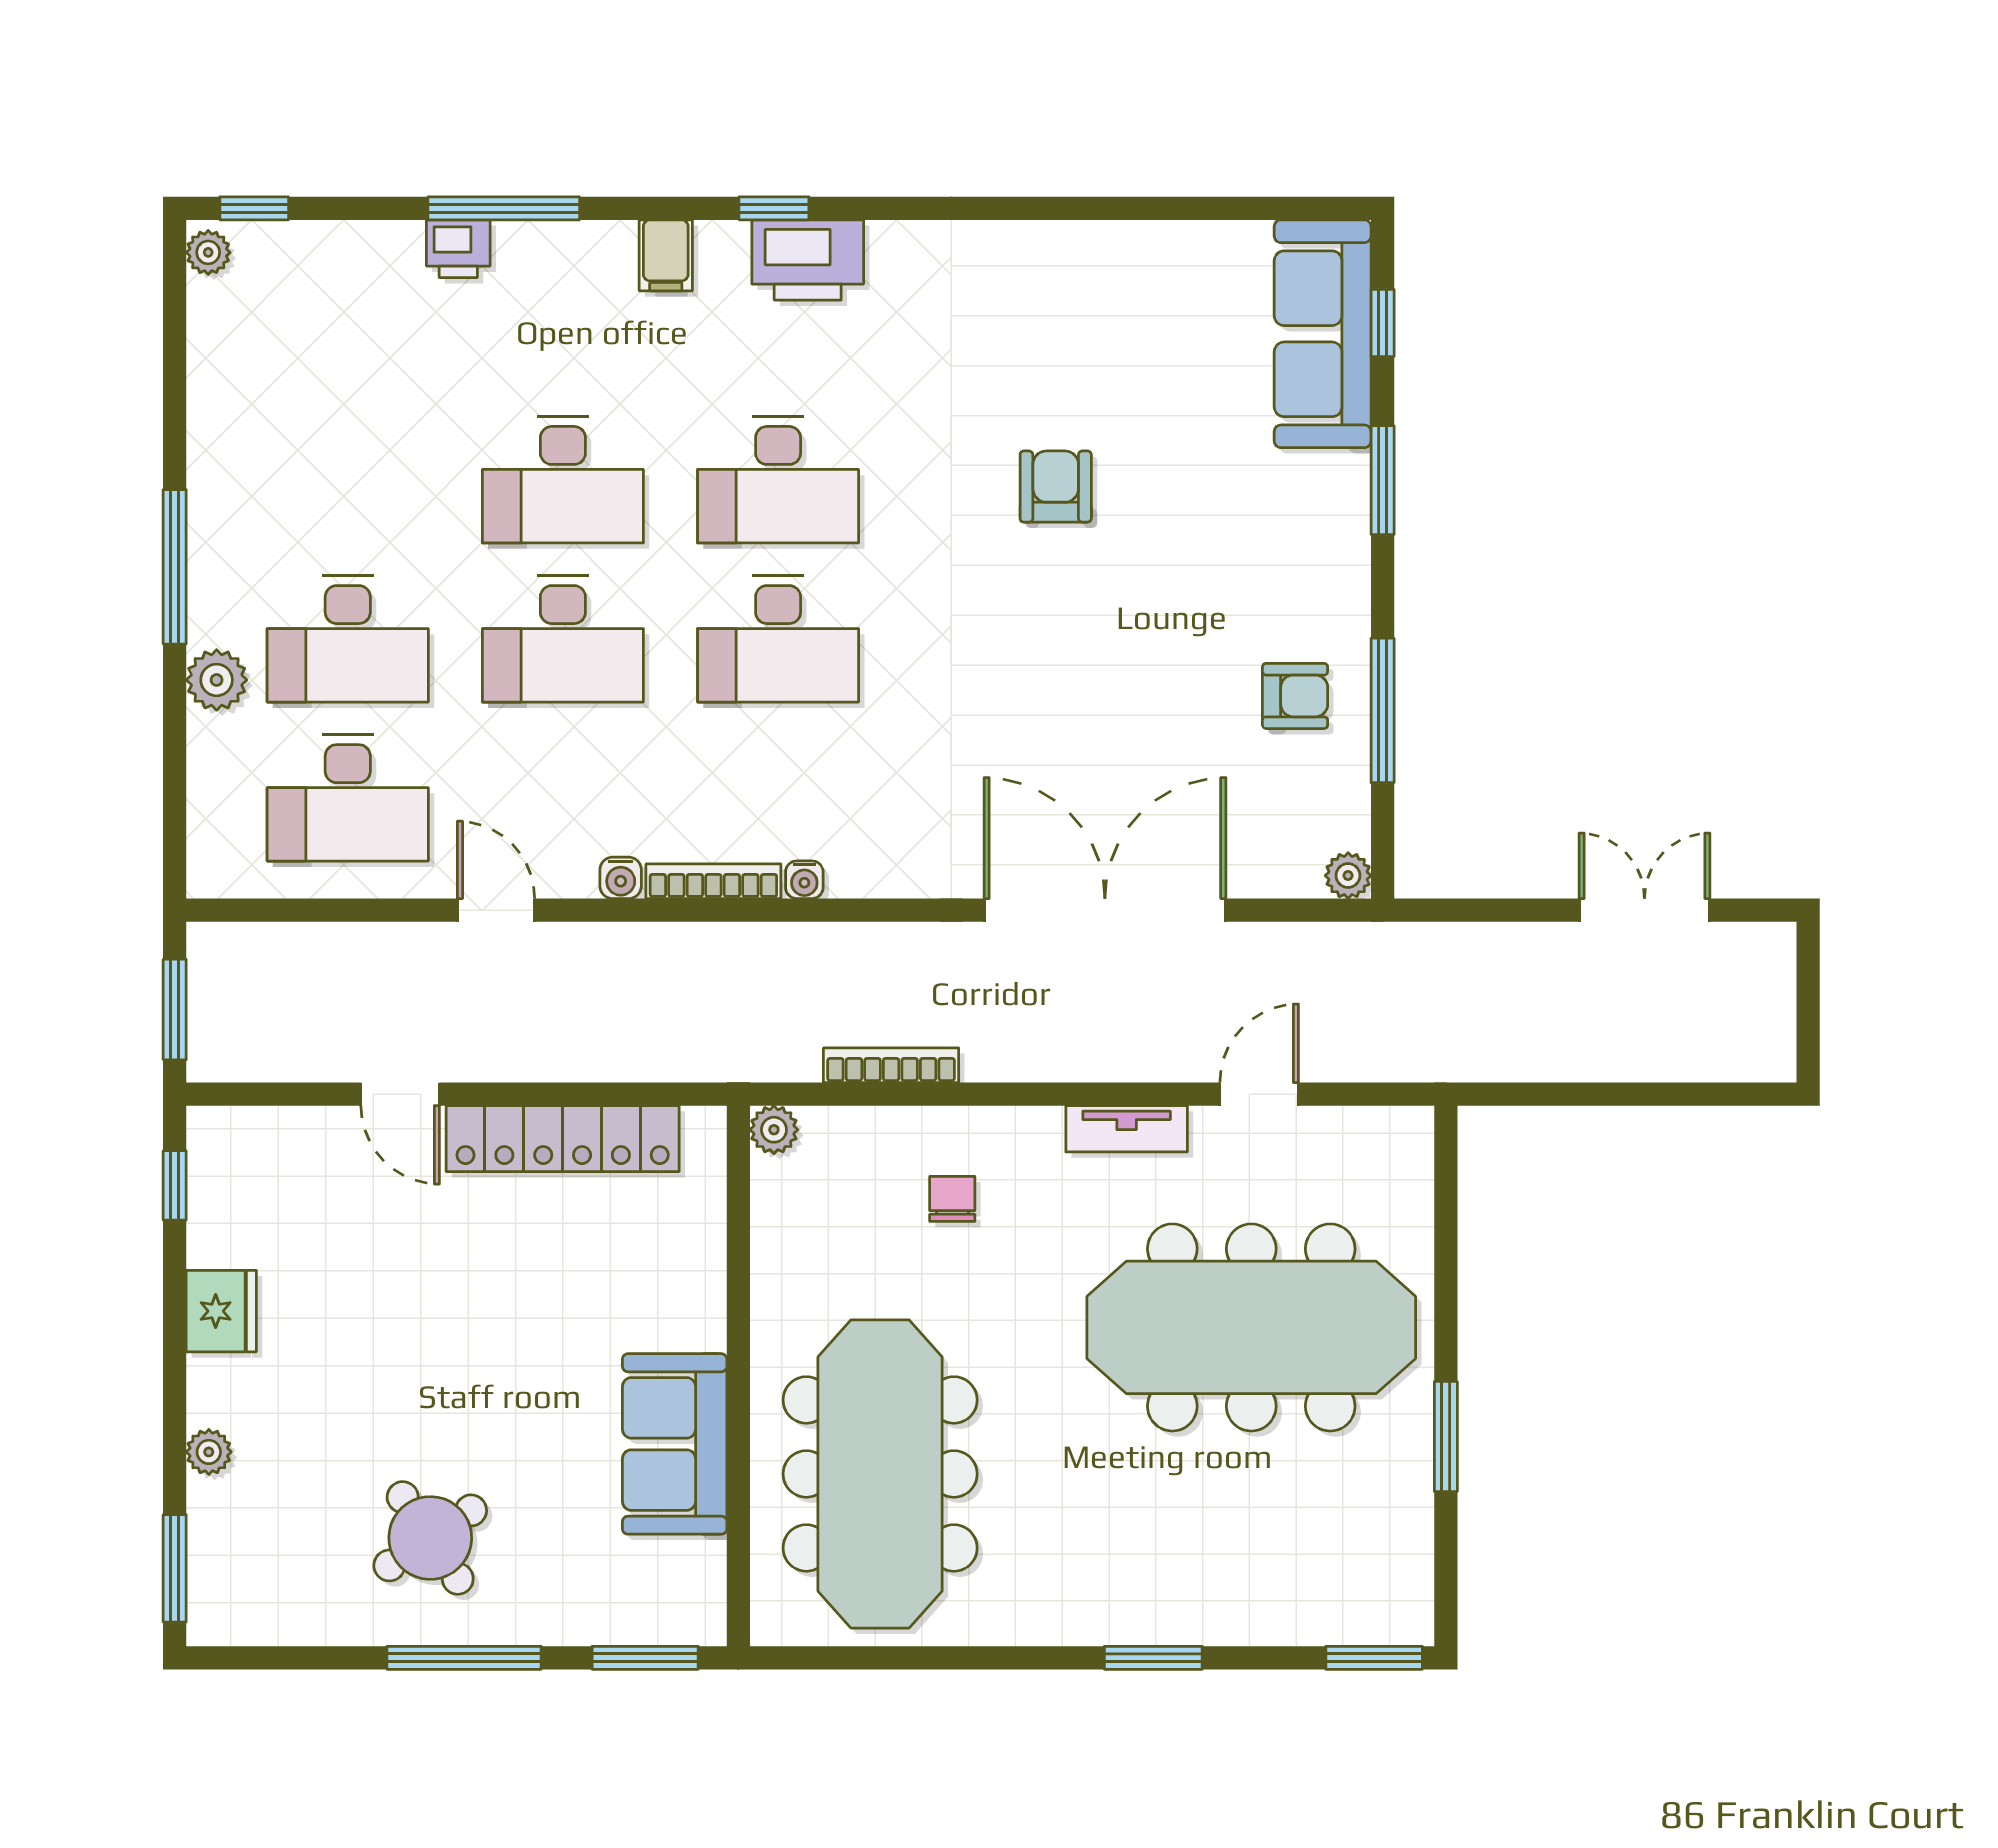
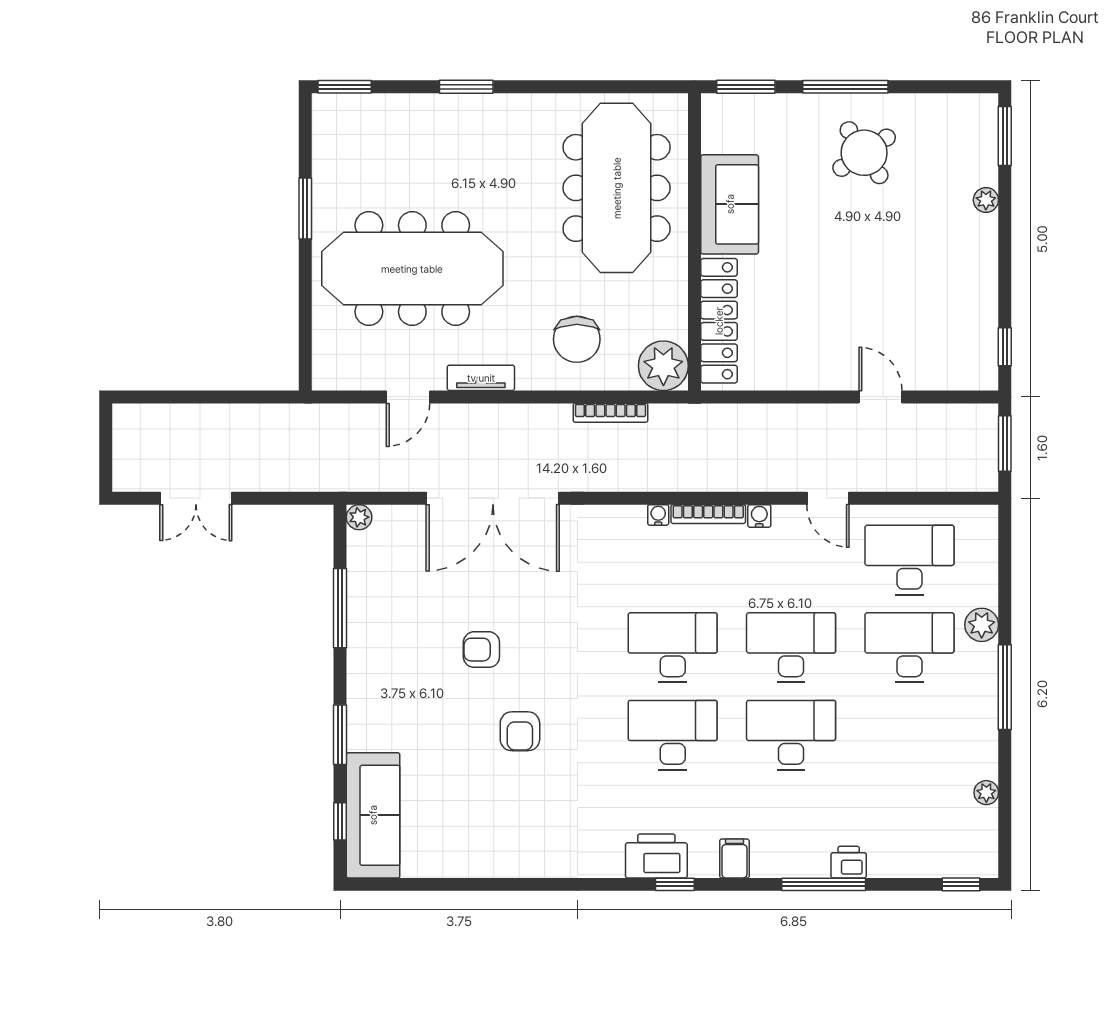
plant: (208, 252) -> (986, 793), moved
armchair: (1295, 696) -> (481, 650), moved
plant: (774, 1130) -> (663, 366), width x1.87, depth x1.87
locker: (563, 1139) -> (719, 321), moved, turned 90
chair: (952, 1199) -> (577, 339), width x1.87, depth x1.87
fridge: (221, 1311) -> (979, 278), removed

